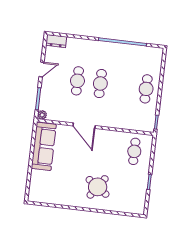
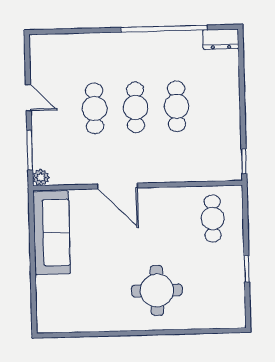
dresser: (56, 41) -> (221, 39), moved
door: (42, 69) -> (28, 98), hinge flipped
cafe table: (146, 89) -> (177, 106), moved
round table: (98, 187) -> (157, 290), turned -35

